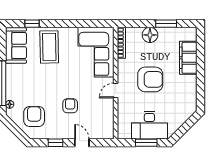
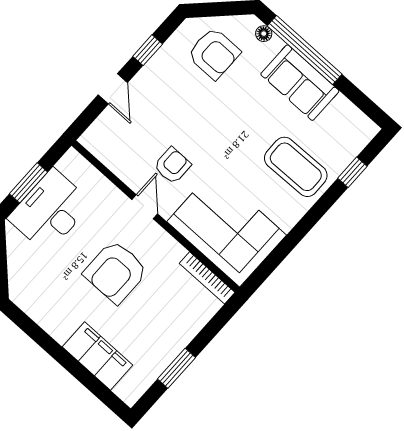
floor lamp: (150, 35) -> (181, 330), removed
sofa: (16, 46) -> (300, 83), moved
armchair: (70, 106) -> (172, 166), moved, turned -90
door: (82, 143) -> (113, 89), hinge flipped

